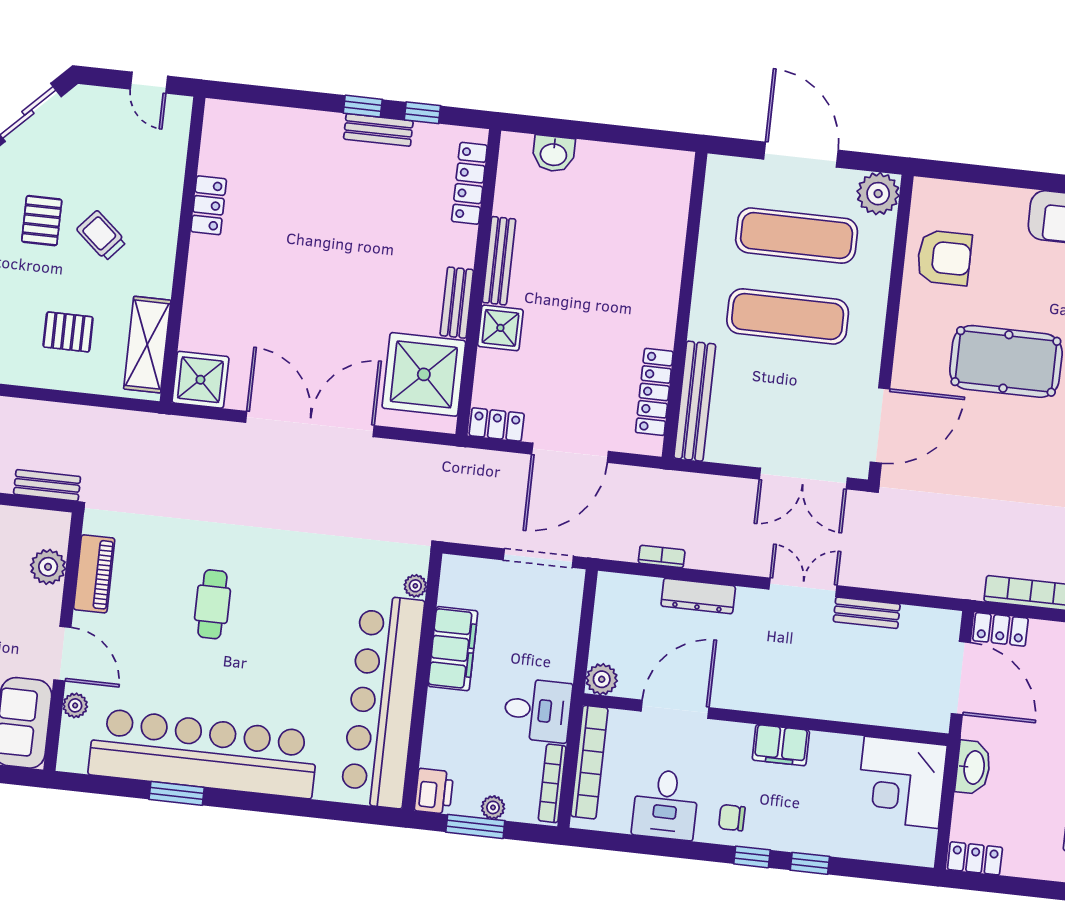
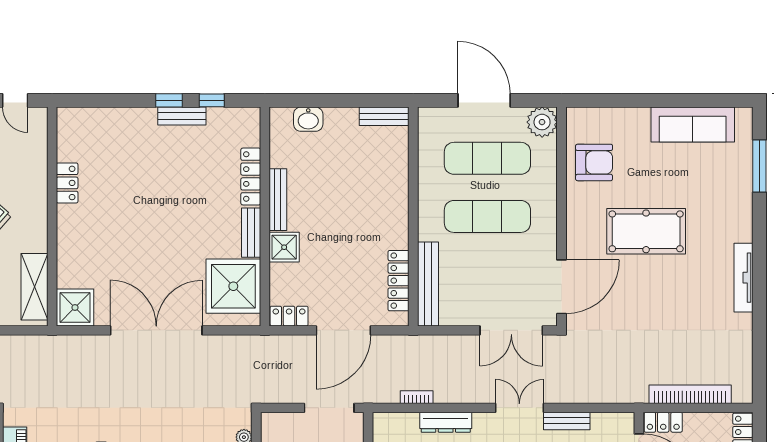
bench: (660, 161) -> (384, 116), added
locker: (469, 183) -> (251, 177), moved

